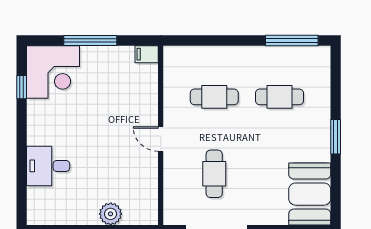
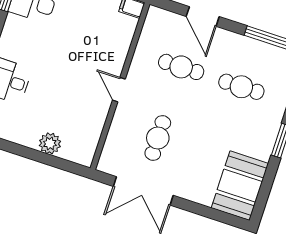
door: (219, 41) -> (203, 16), added

